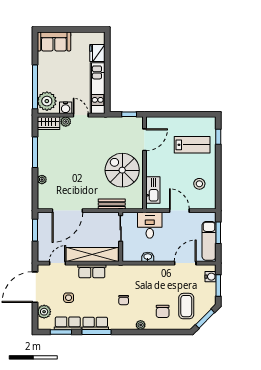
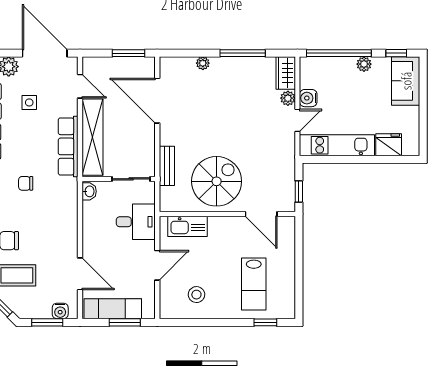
window: (35, 48) -> (396, 53), added
plant: (47, 101) -> (364, 64), moved, width x0.53, depth x0.53
washbasin: (148, 257) -> (89, 191), moved
row of seats: (92, 271) -> (68, 146), width x1.48

